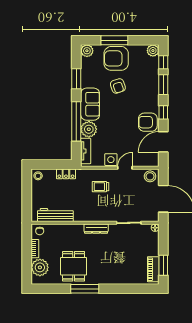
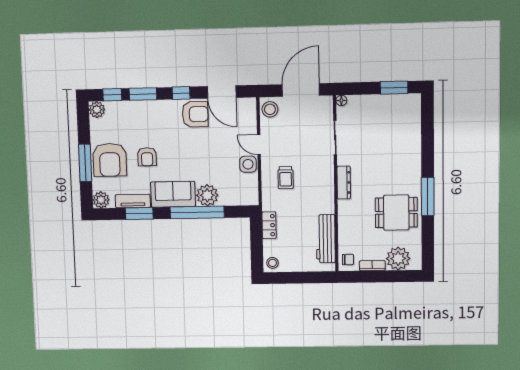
armchair: (118, 86) -> (147, 157), turned 108
armchair: (148, 122) -> (195, 114), turned -90
tv unit: (86, 151) -> (133, 201), moved
piano: (153, 269) -> (400, 102), removed

